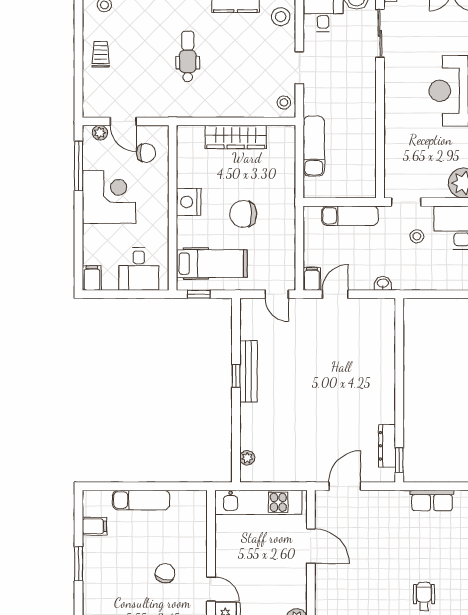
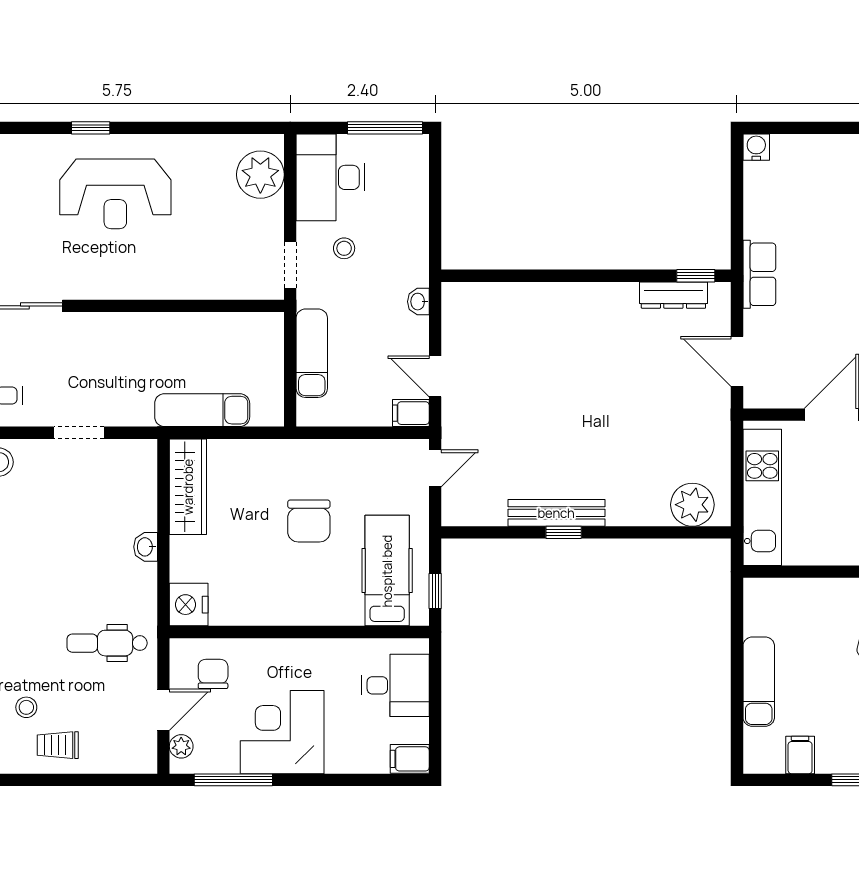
dental chair: (188, 56) -> (107, 643), moved
stool: (284, 102) -> (26, 707), moved
washbasin: (227, 110) -> (146, 547), added
wardrobe: (236, 137) -> (188, 487), moved
nightstand: (189, 202) -> (189, 605), moved, turned 90
plant: (247, 458) -> (692, 505), width x1.88, depth x1.88
row of seats: (432, 500) -> (759, 274), moved

